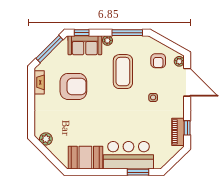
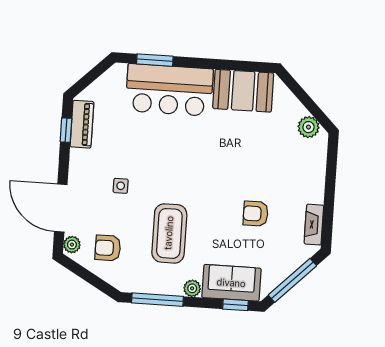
armchair: (158, 61) -> (108, 248), turned -90
armchair: (73, 86) -> (256, 214), width x0.53, depth x0.53

